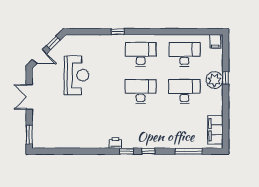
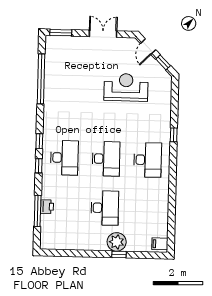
desk: (184, 54) -> (64, 158), moved
reception desk: (76, 75) -> (126, 87), turned 180
filing cabinet: (215, 130) -> (61, 241), removed
printer: (115, 143) -> (47, 207), moved
window: (71, 151) -> (41, 79), added

